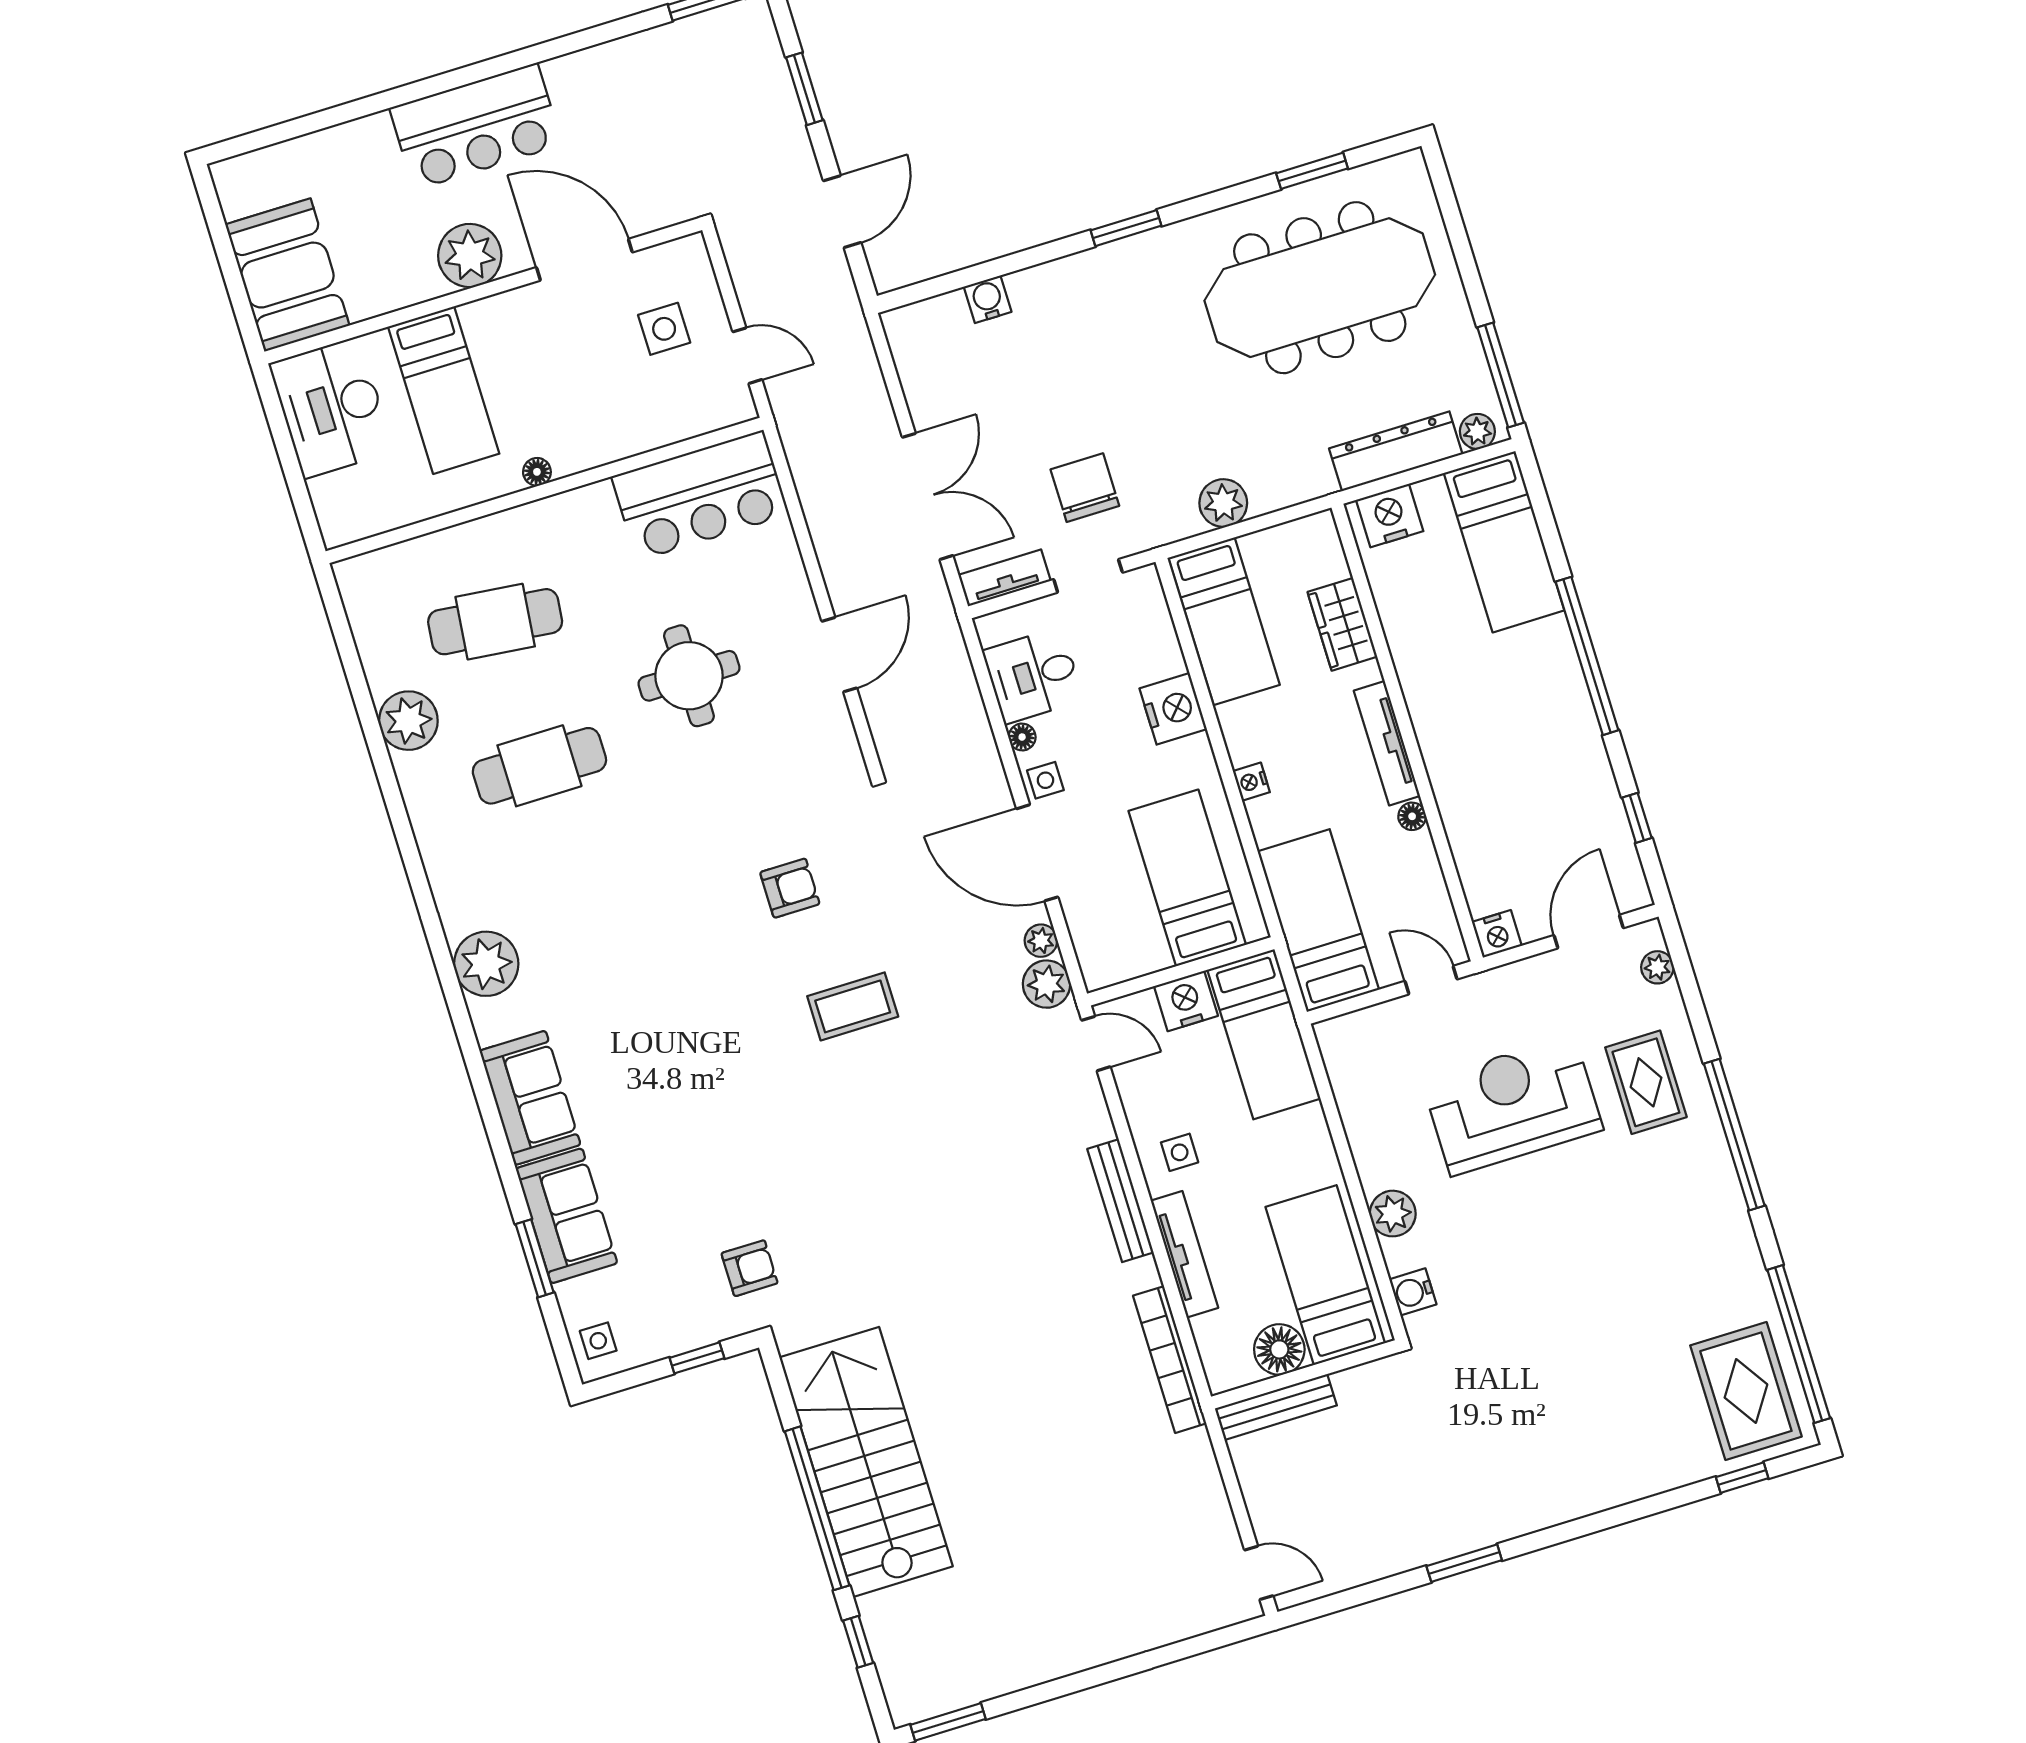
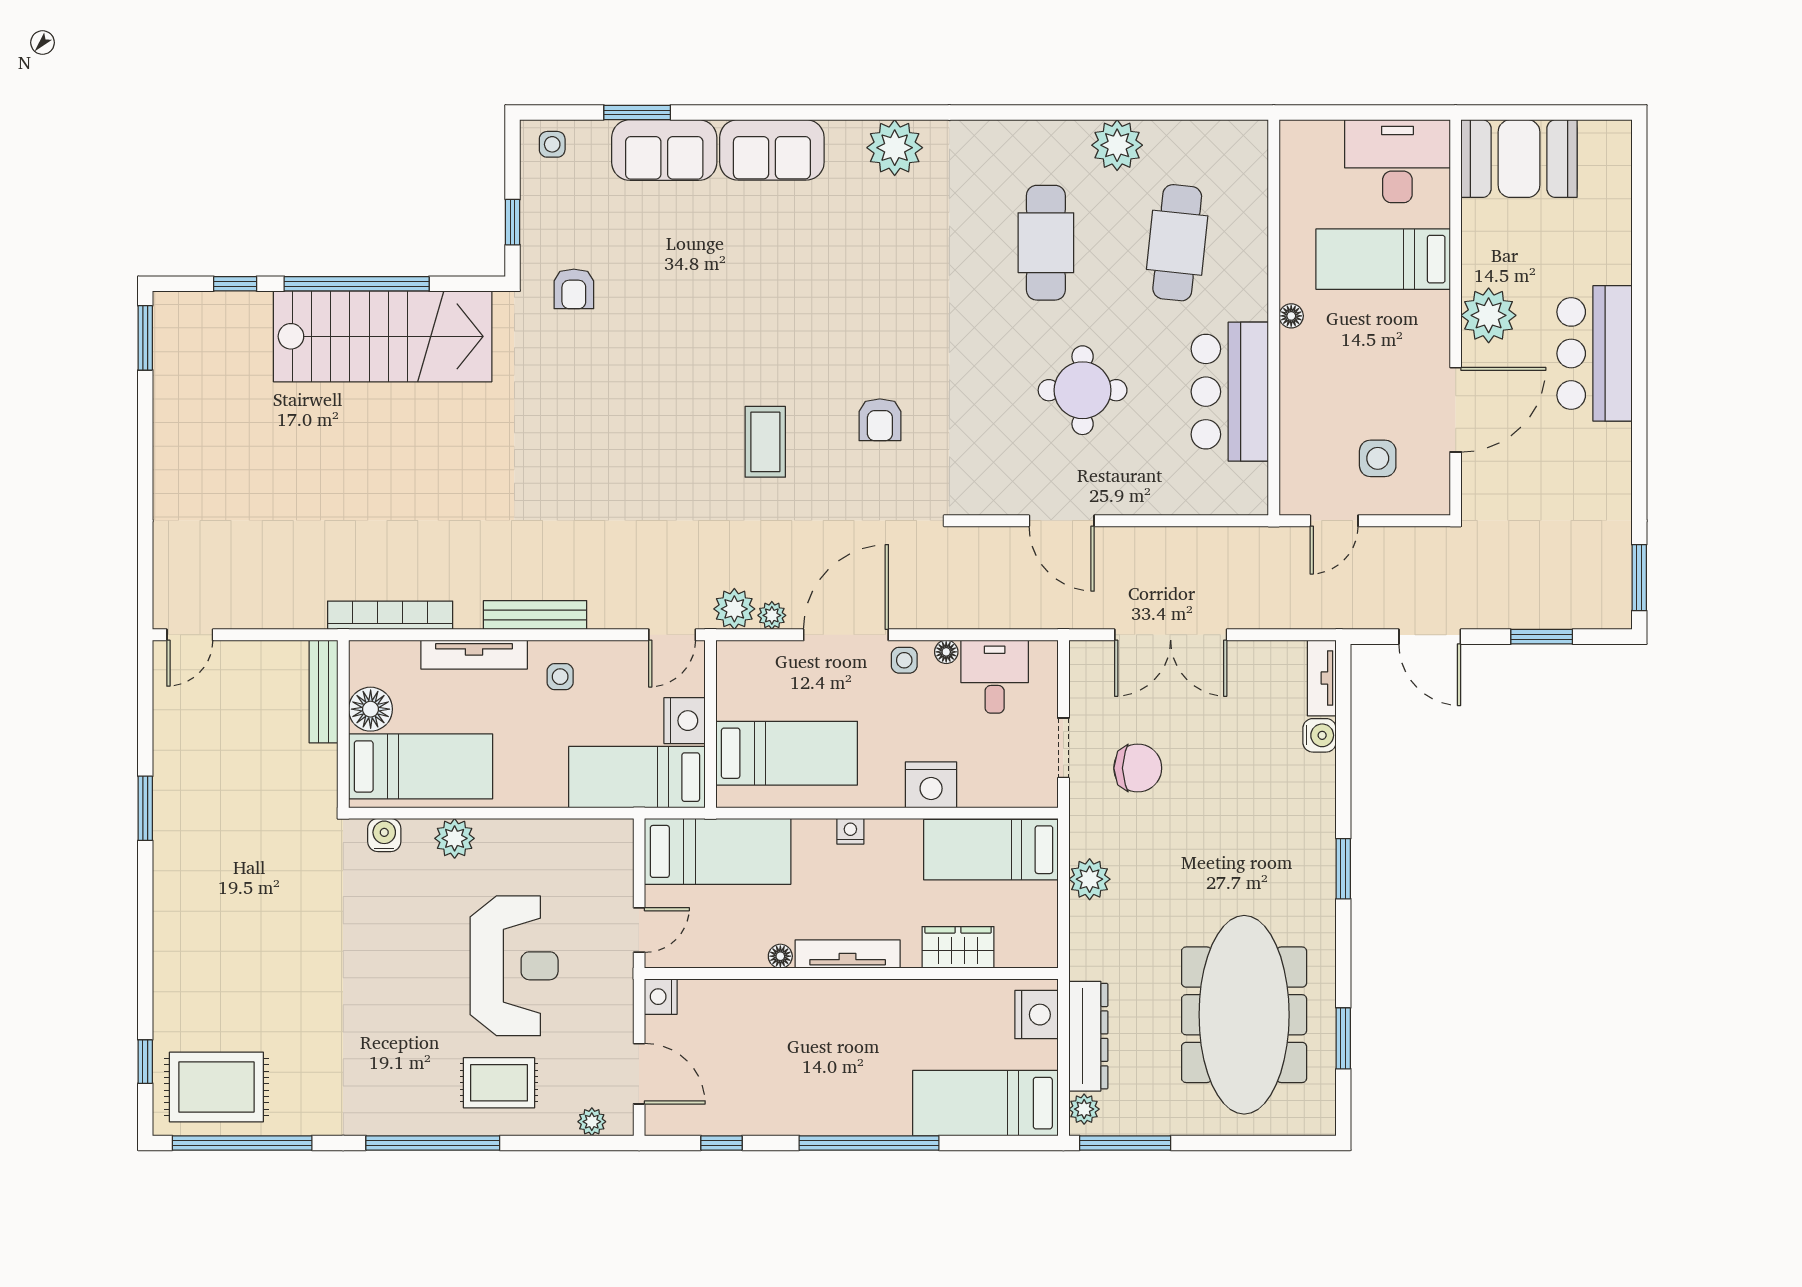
bar counter: (700, 495) -> (1230, 392), moved
tv unit: (1005, 578) -> (1322, 678), moved, turned 180

